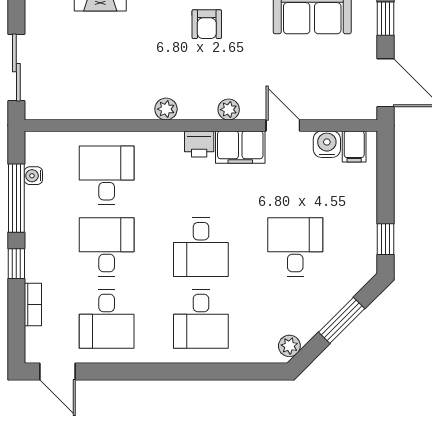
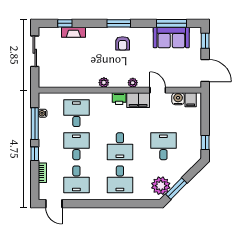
sliding door: (16, 68) -> (35, 51), moved
window: (342, 320) -> (176, 189), moved
plant: (289, 346) -> (161, 186), width x1.88, depth x1.88

